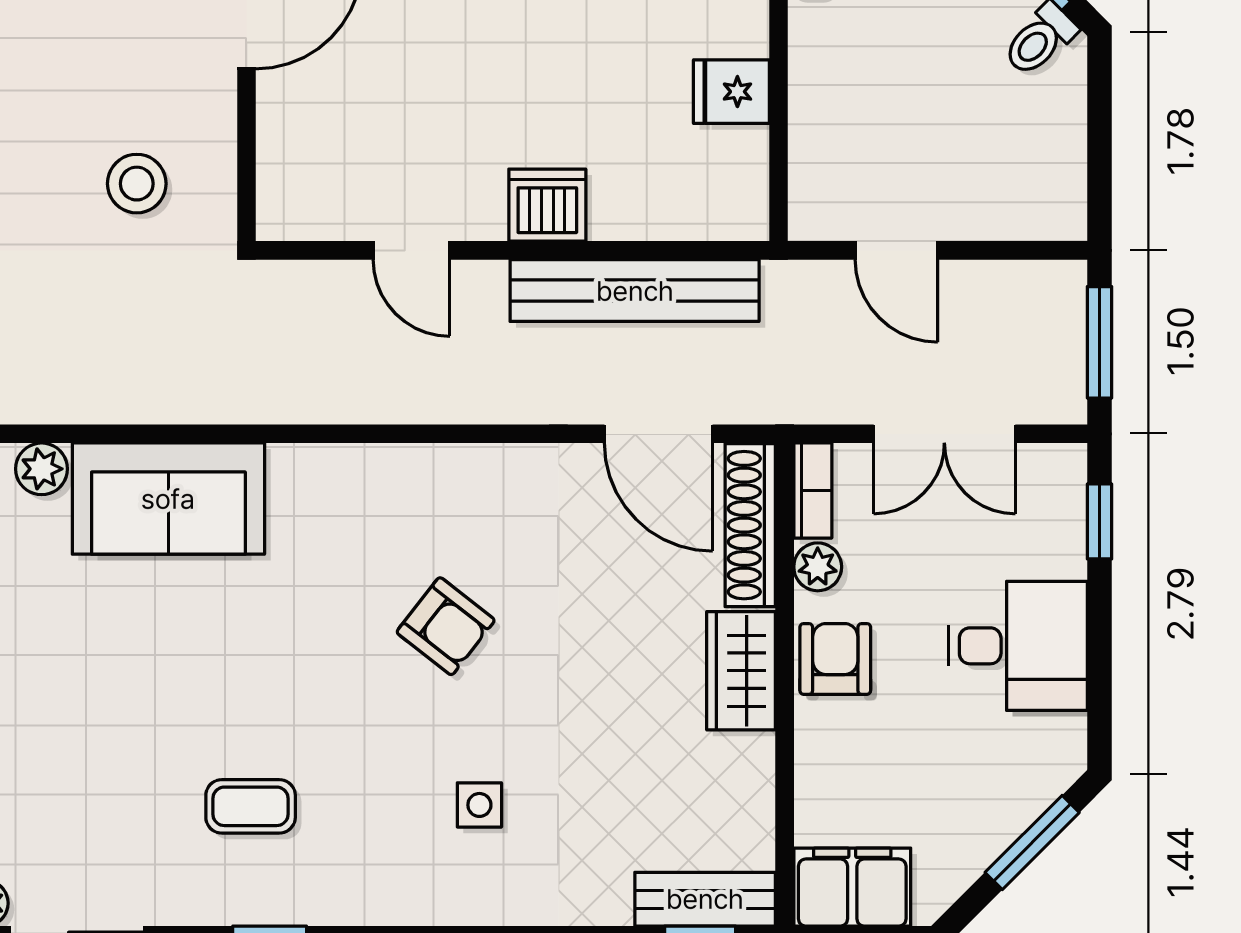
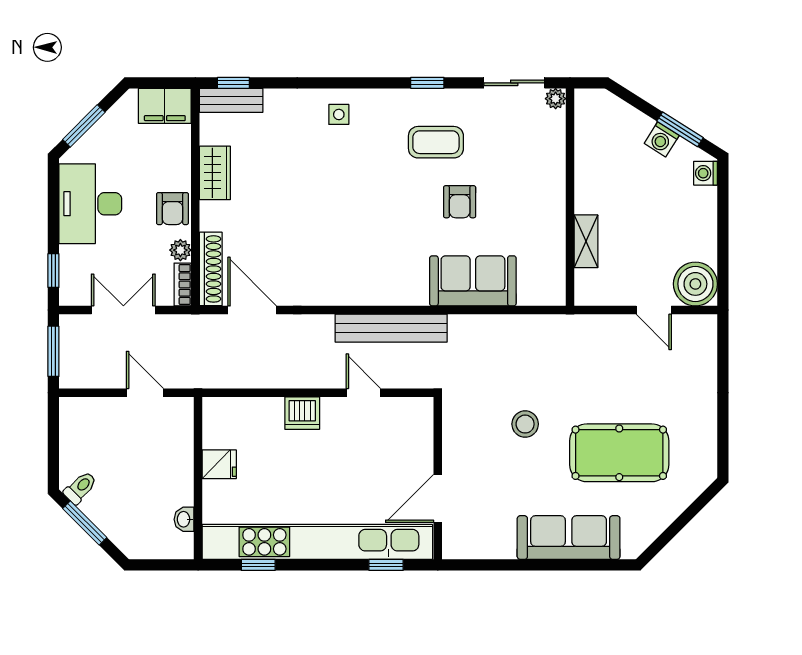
stool: (137, 184) -> (525, 424), moved
bench: (635, 291) -> (391, 328), moved
plant: (42, 469) -> (530, 294), removed
armchair: (446, 626) -> (460, 202), moved, turned -128
desk: (1018, 646) -> (90, 204), width x1.37
wardrobe: (741, 671) -> (215, 173), moved
side table: (479, 805) -> (339, 114), moved
coffee table: (251, 806) -> (436, 142), width x1.36, depth x1.30

